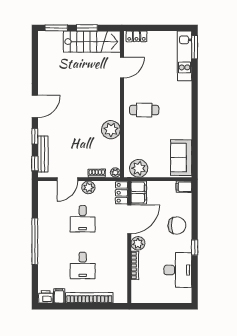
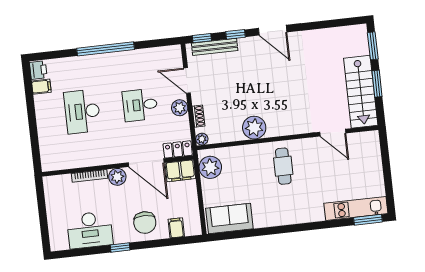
locker: (136, 36) -> (373, 146), removed
filing cabinet: (184, 187) -> (176, 228), moved
desk: (83, 265) -> (82, 111), width x1.37
bookcase: (89, 298) -> (43, 124), removed

